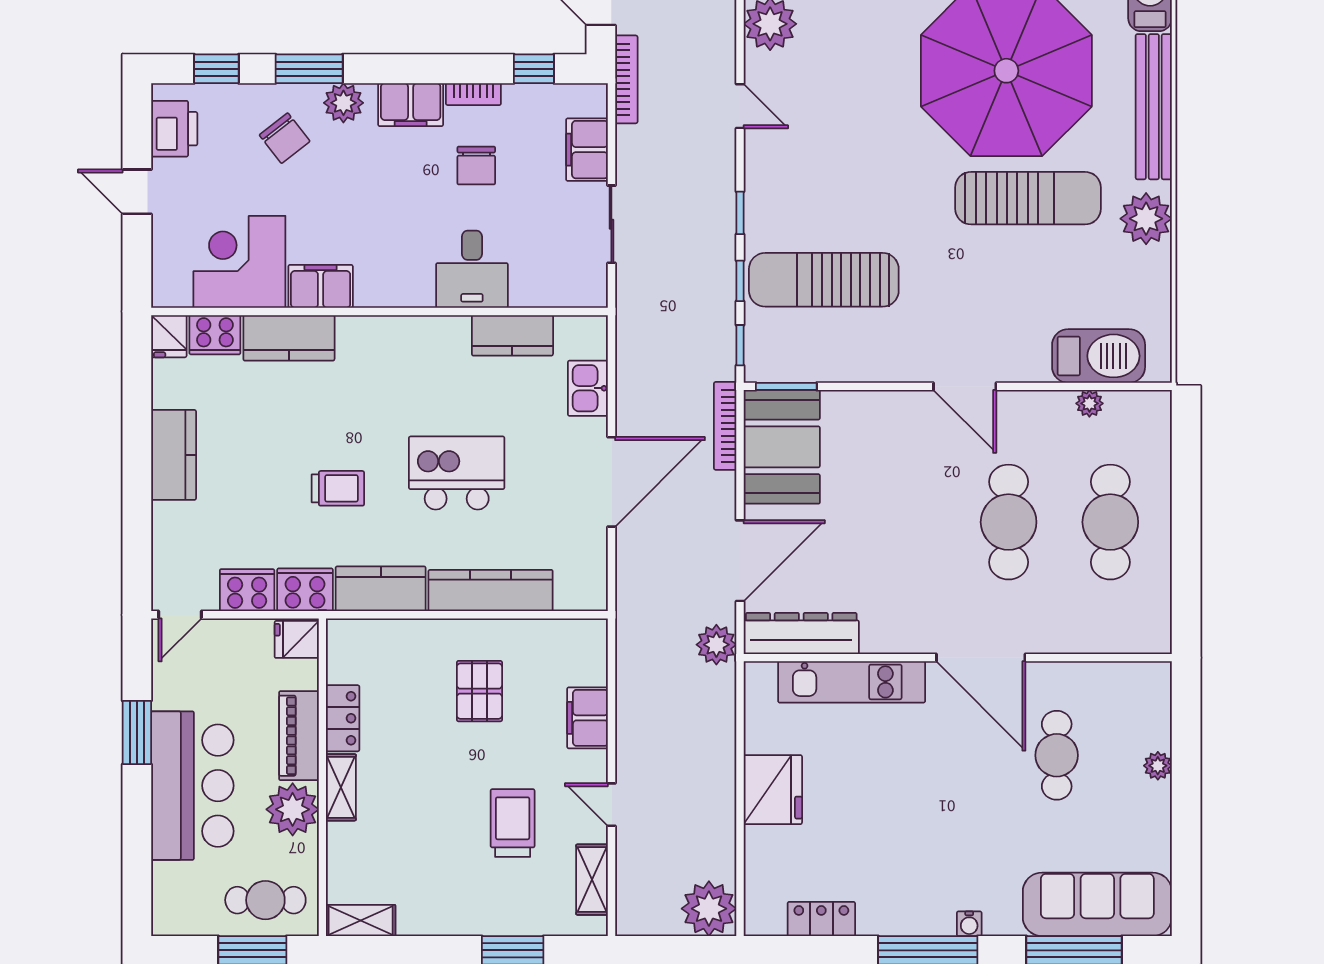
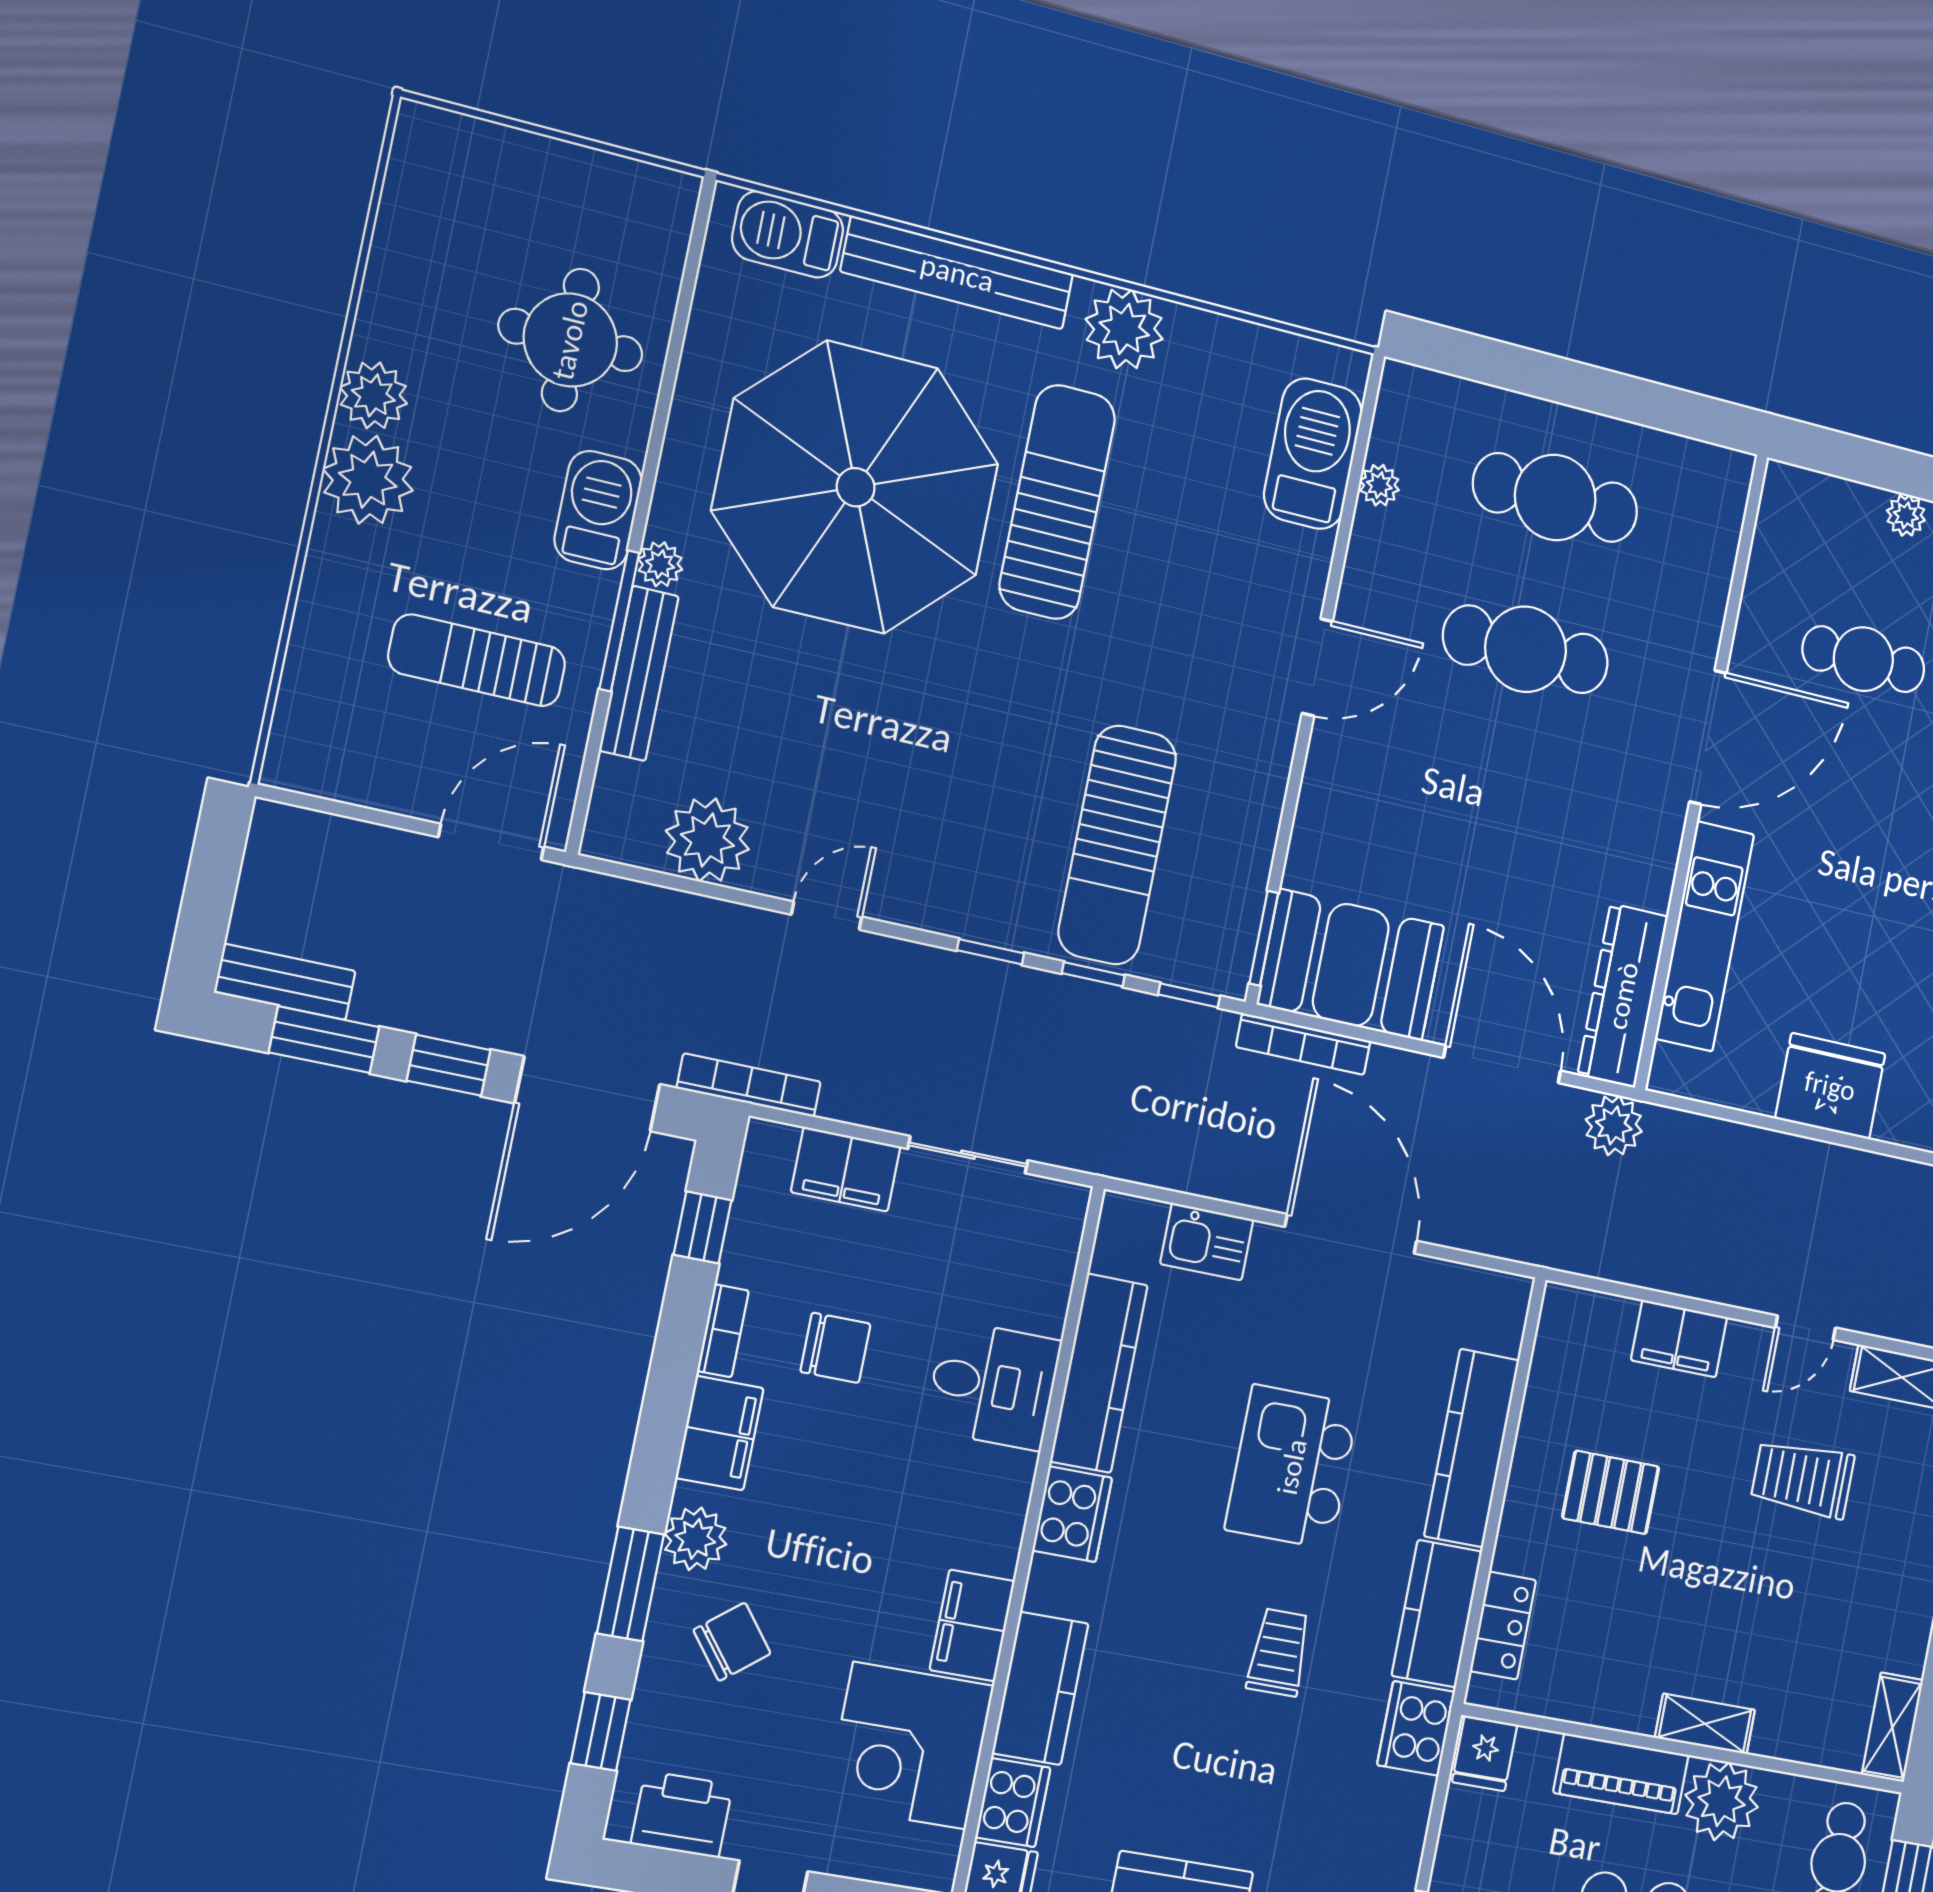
kitchen counter: (512, 335) -> (1099, 1373), width x1.50
cooker: (247, 590) -> (1072, 1514), moved, turned 180
locker: (343, 718) -> (1503, 1626), moved, turned 90

